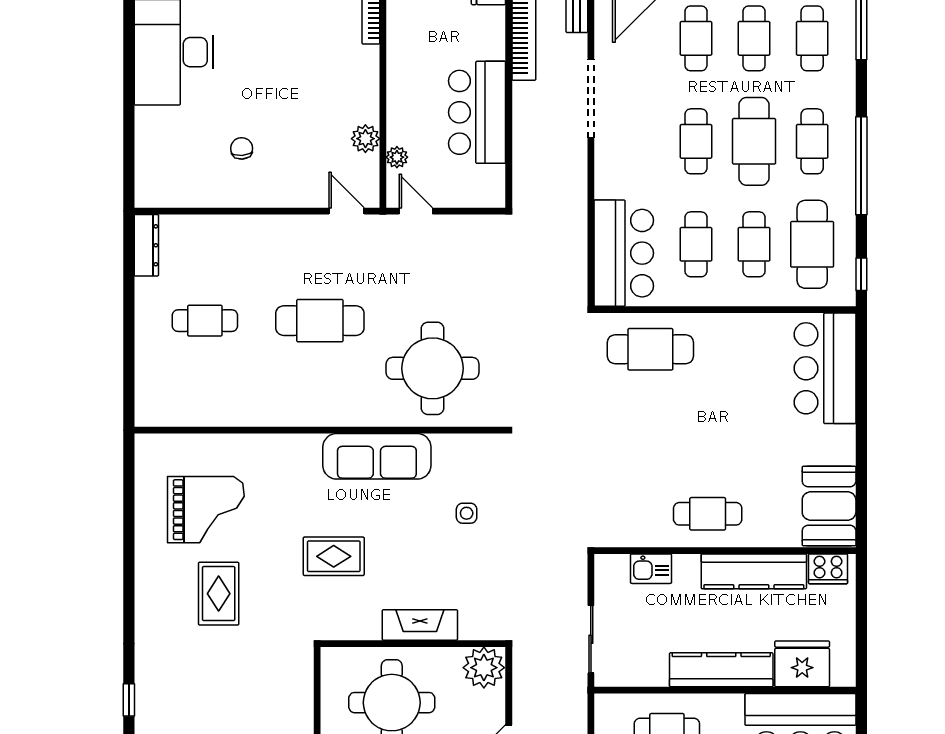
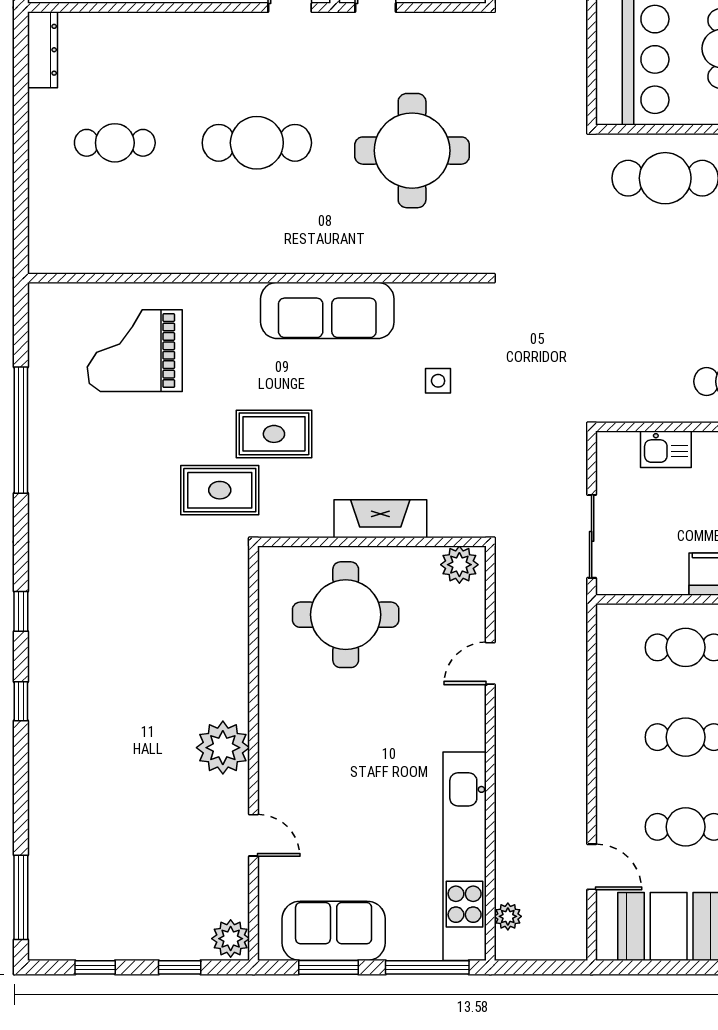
round table: (433, 368) -> (412, 151), moved
grand piano: (206, 510) -> (135, 351), moved, turned 180
window: (129, 553) -> (21, 430), added
rug: (219, 594) -> (220, 490), moved, turned 90
plant: (484, 668) -> (459, 565), width x0.73, depth x0.73

